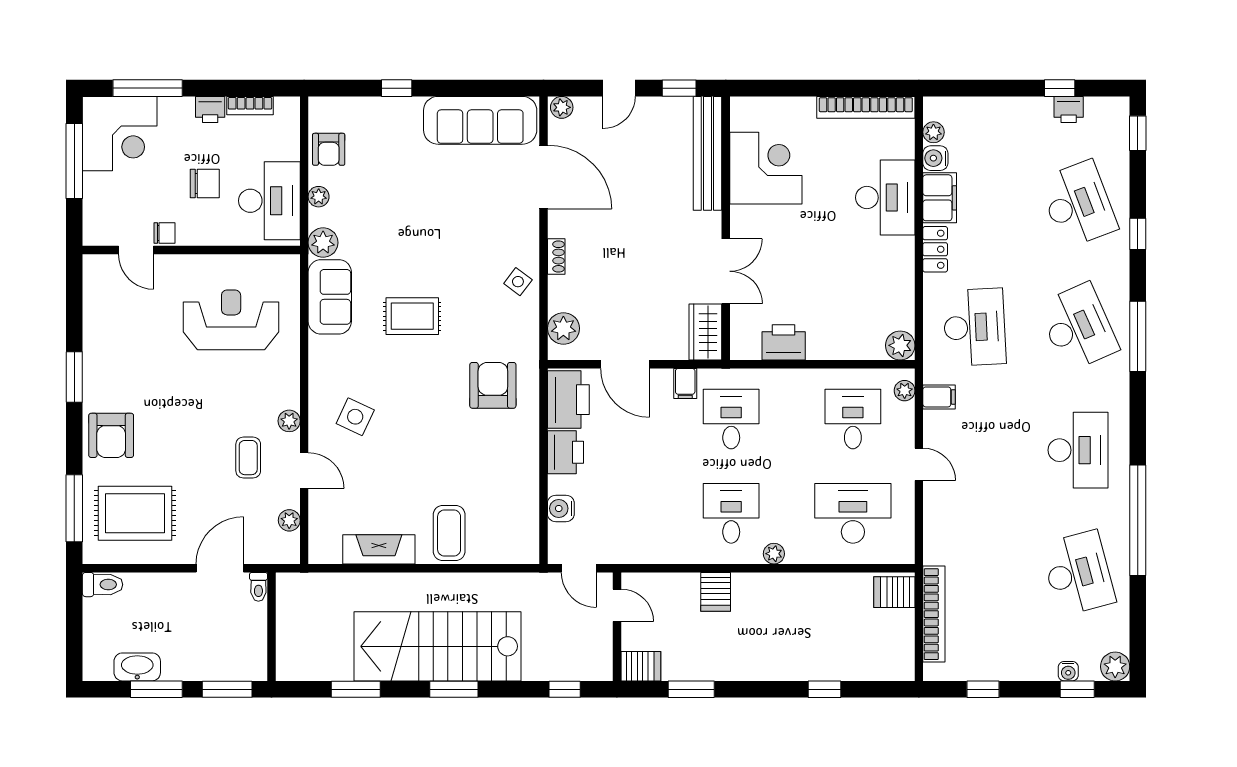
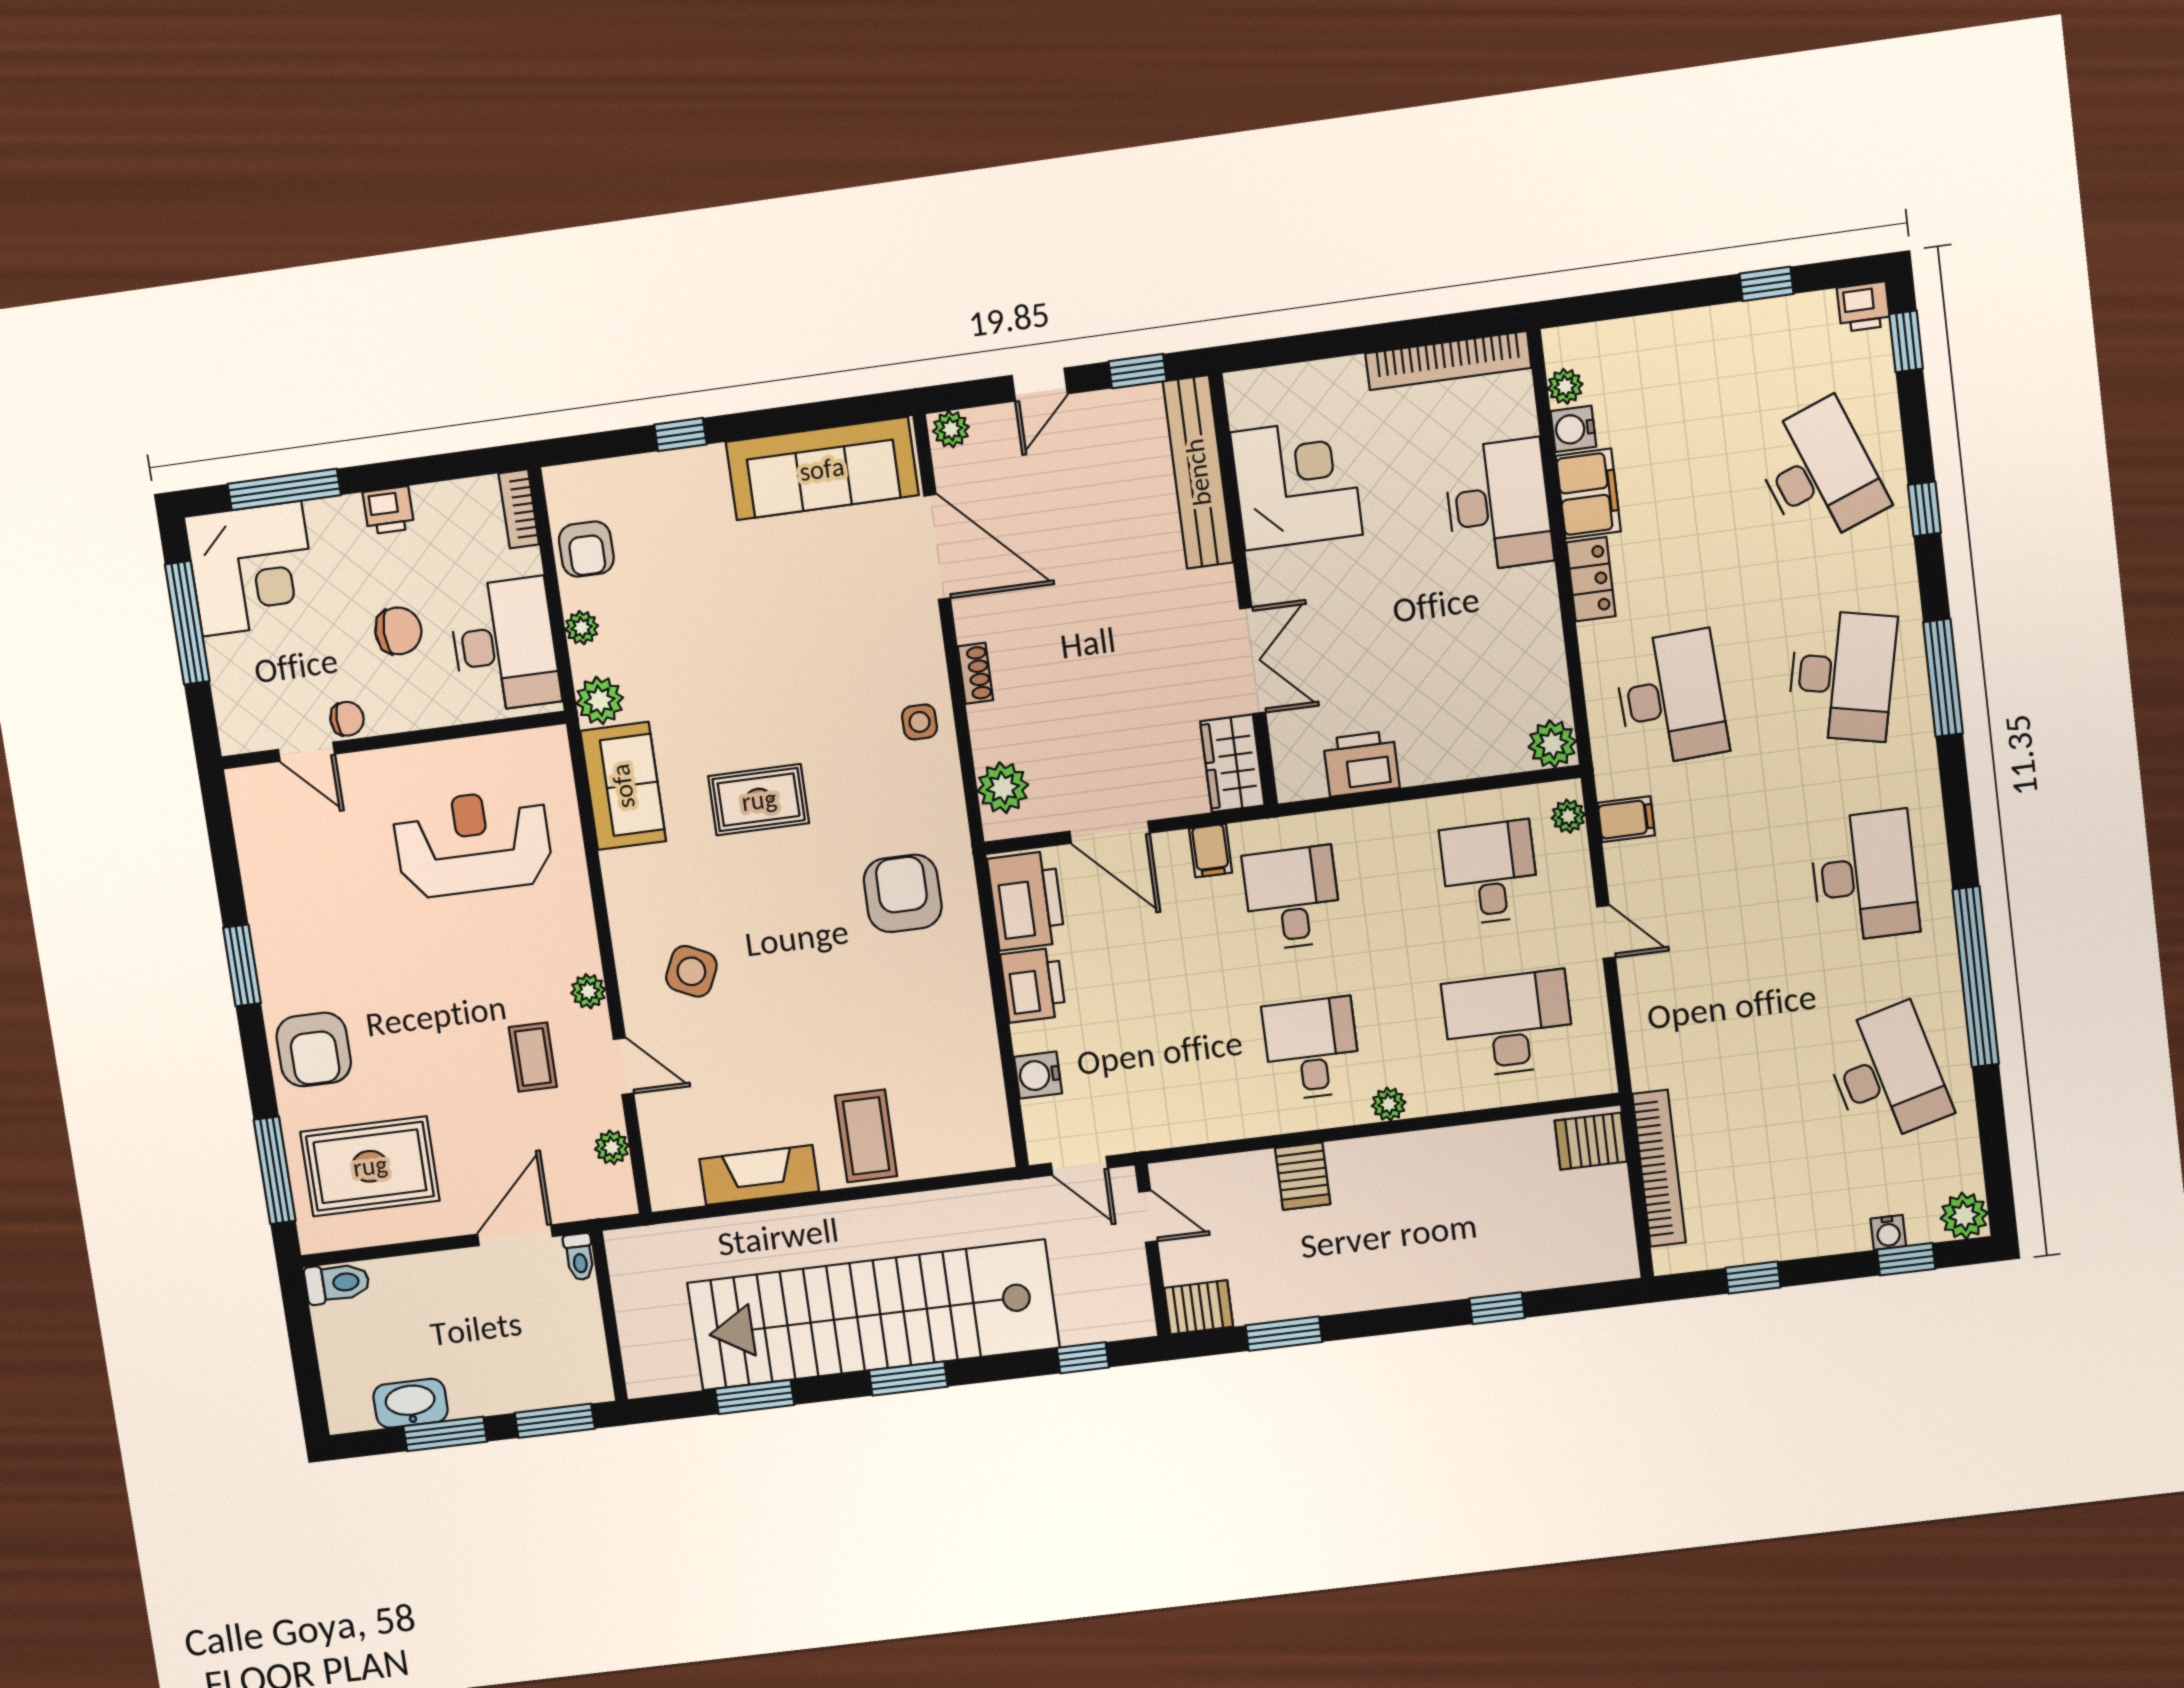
bookcase: (250, 106) -> (519, 509), moved, turned 90
printer: (1069, 109) -> (1864, 307), moved
side table: (518, 282) -> (920, 722), turned -37
desk: (1078, 327) -> (1842, 676), turned 36
stairs: (438, 646) -> (873, 1315), width x1.36

